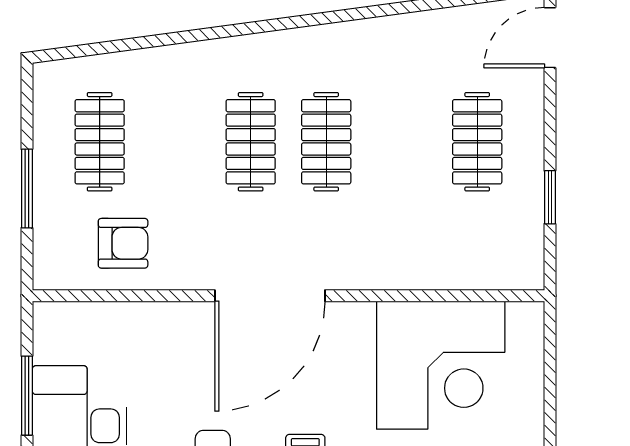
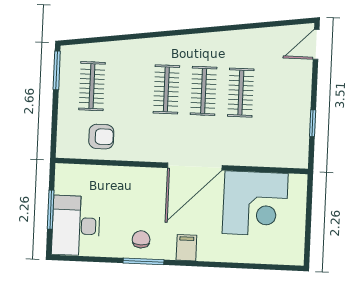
clothes rail: (477, 142) -> (241, 93), moved
window: (27, 189) -> (57, 70), moved
door: (270, 296) -> (195, 167), moved

